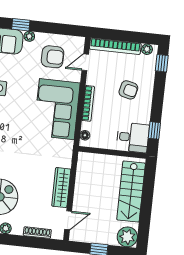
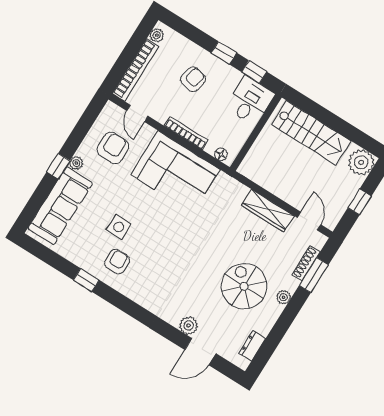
window: (162, 63) -> (224, 53), moved
window: (32, 242) -> (314, 275), added

